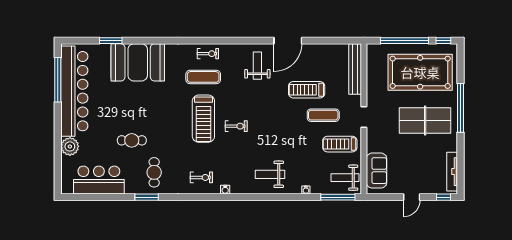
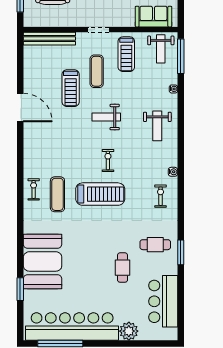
weight bench: (257, 66) -> (106, 117), moved

